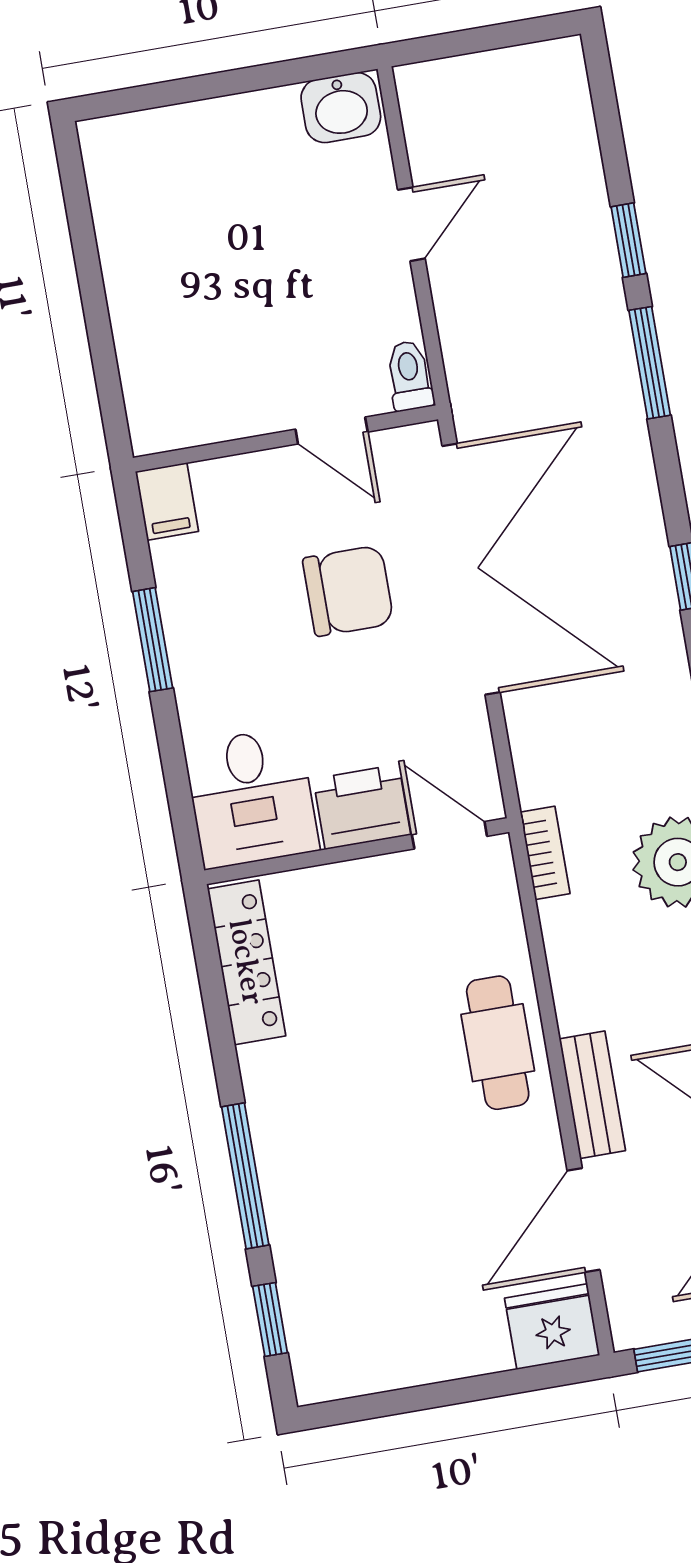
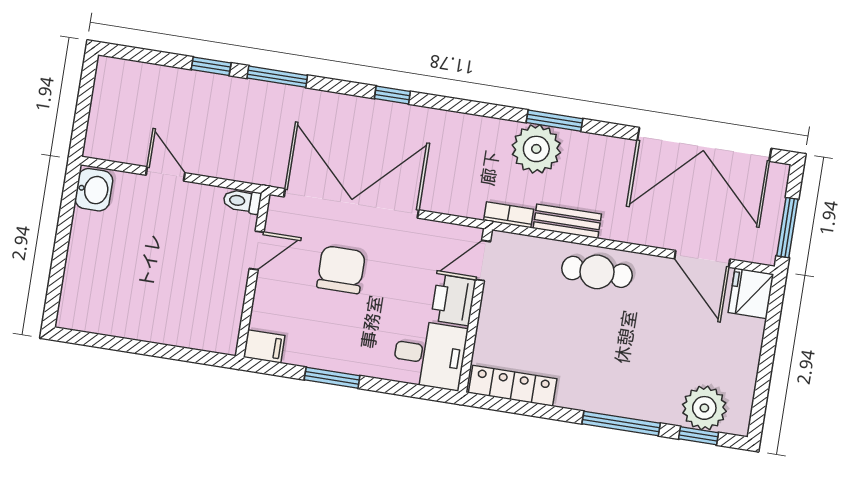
bench: (592, 1095) -> (567, 221), moved
plant: (322, 1313) -> (704, 408), added

